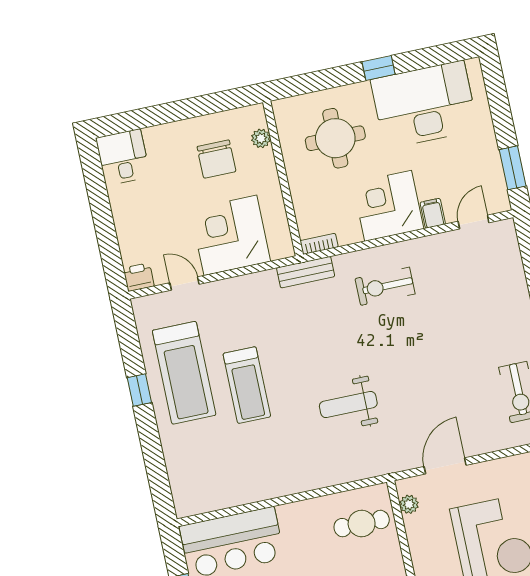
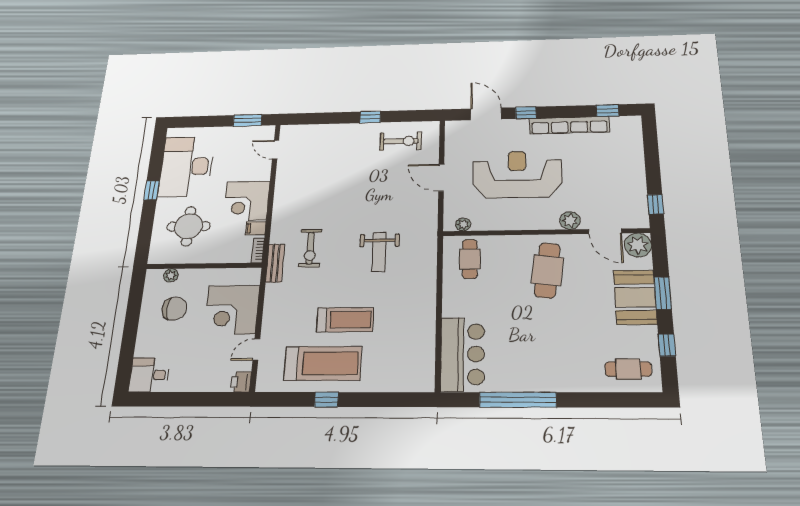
filing cabinet: (433, 213) -> (256, 228), moved
exercise bike: (385, 286) -> (310, 248), moved
door: (445, 466) -> (441, 178), moved

